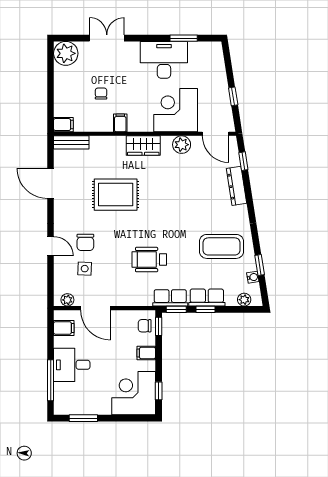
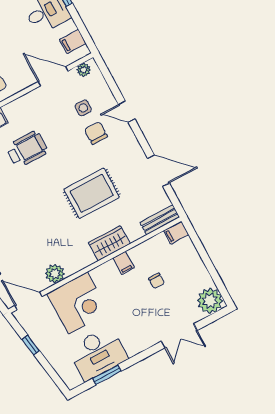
desk: (164, 60) -> (98, 353), moved
wardrobe: (143, 146) -> (109, 243), moved

